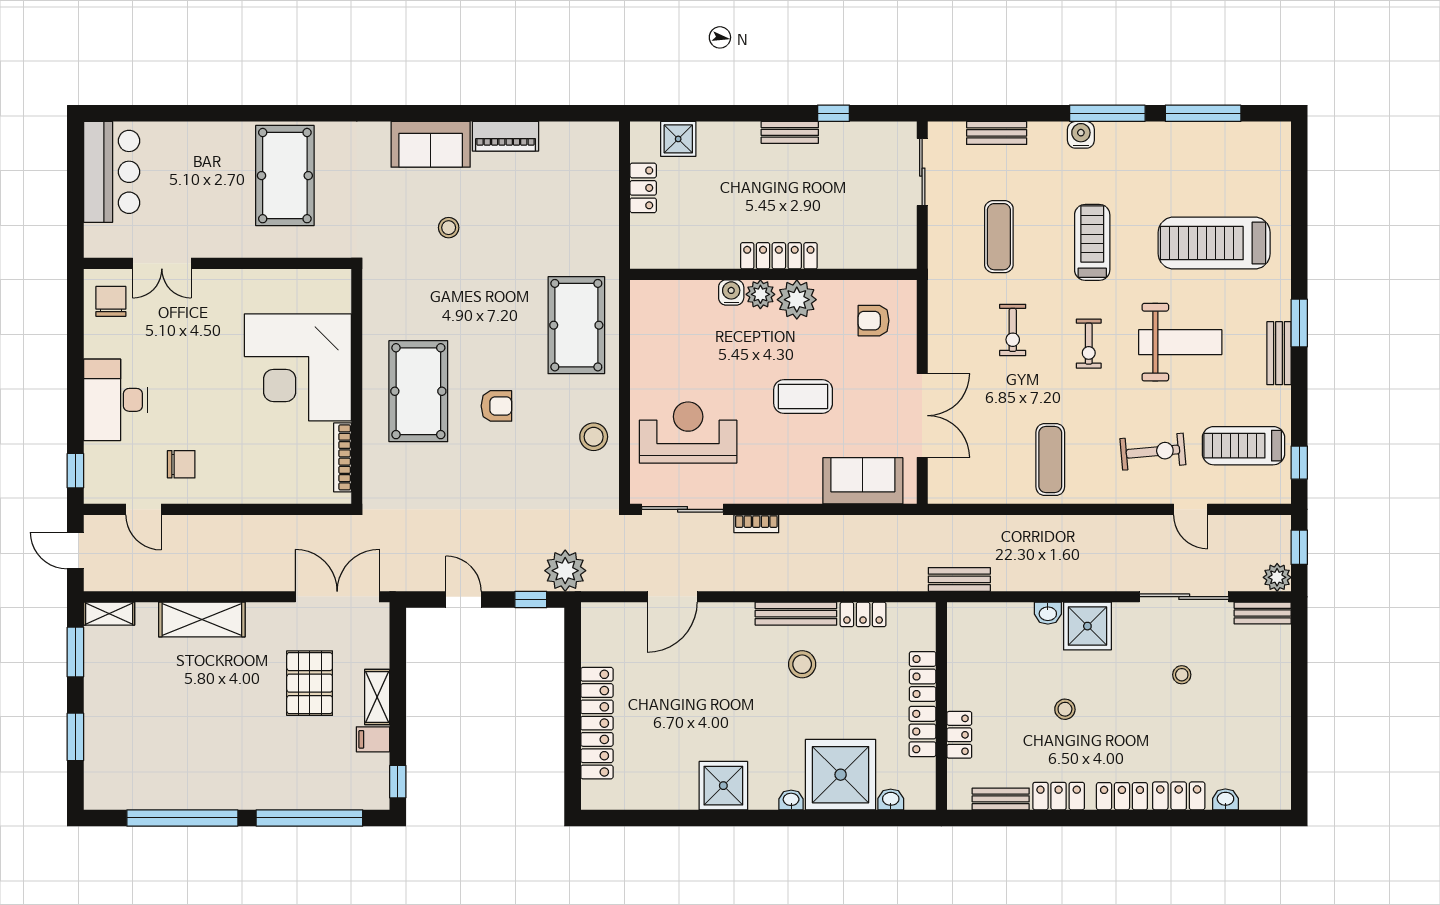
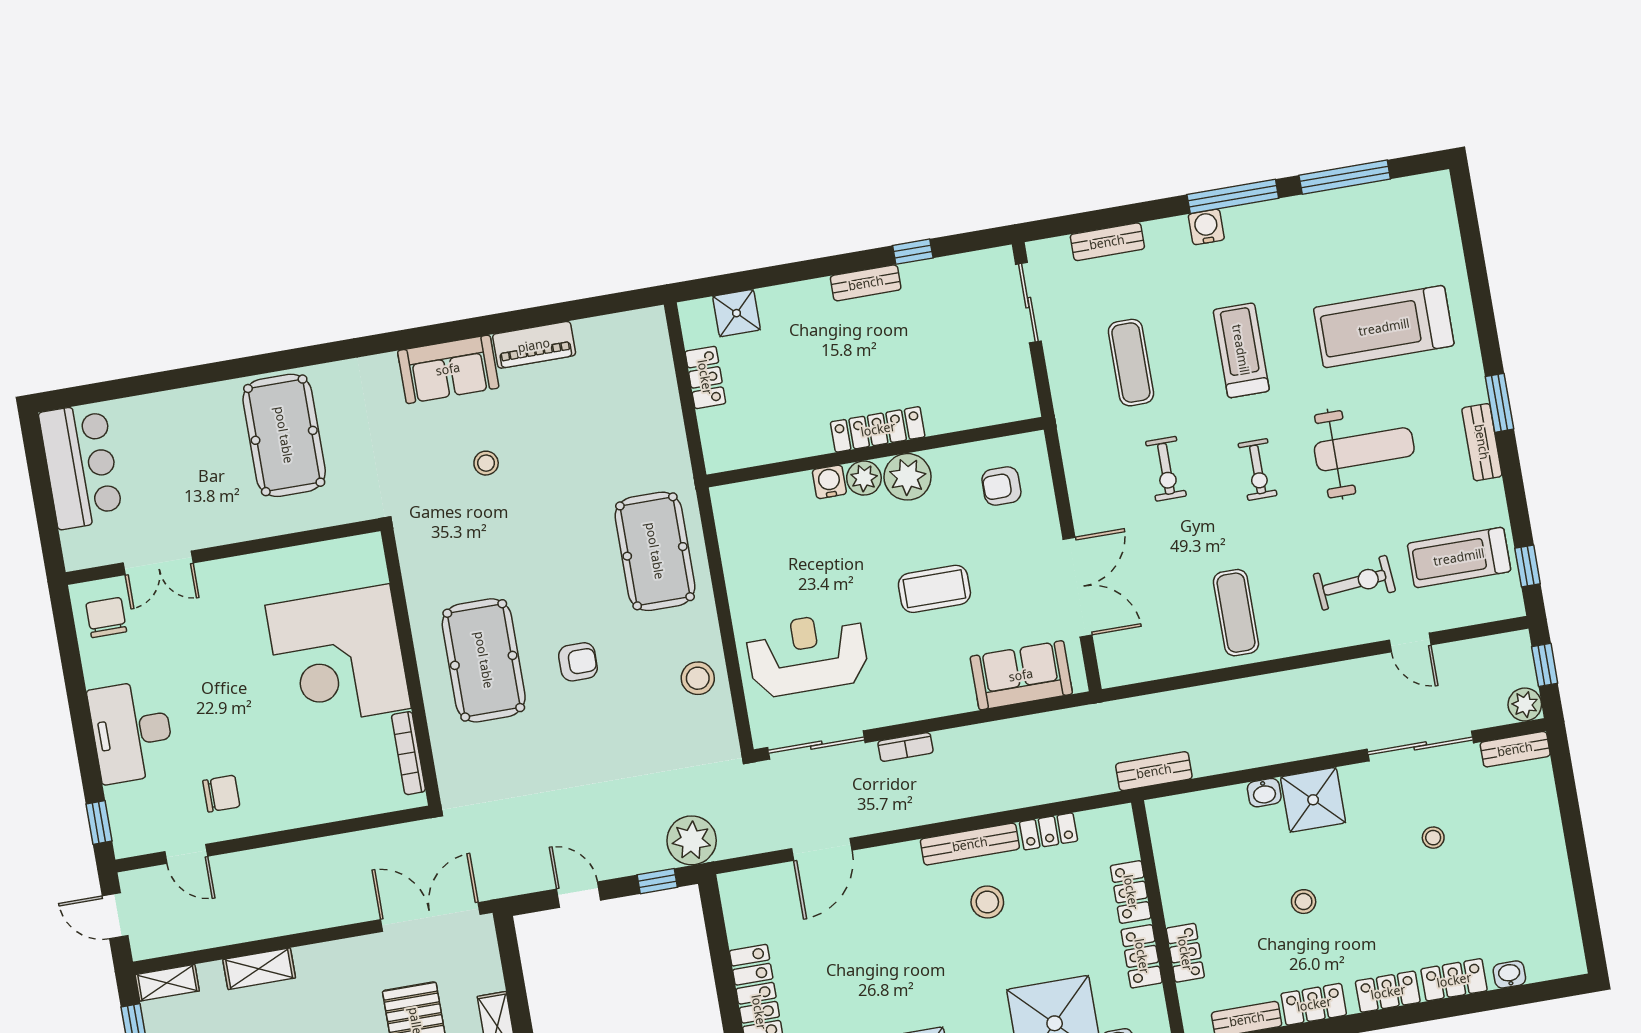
shelving: (202, 619) -> (259, 969), width x0.67, depth x0.75

